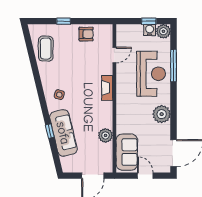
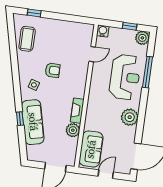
window: (64, 21) -> (34, 13), moved
water cooler: (150, 30) -> (103, 31), moved
armchair: (86, 34) -> (53, 70), moved
fireplace: (107, 88) -> (77, 111), moved
door: (145, 176) -> (106, 174), hinge flipped

